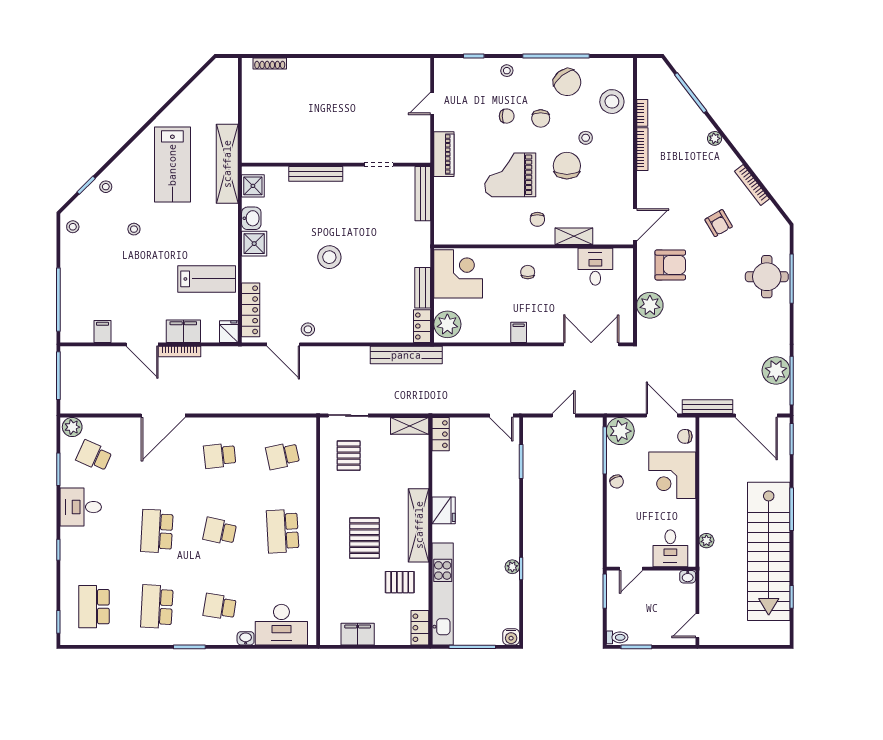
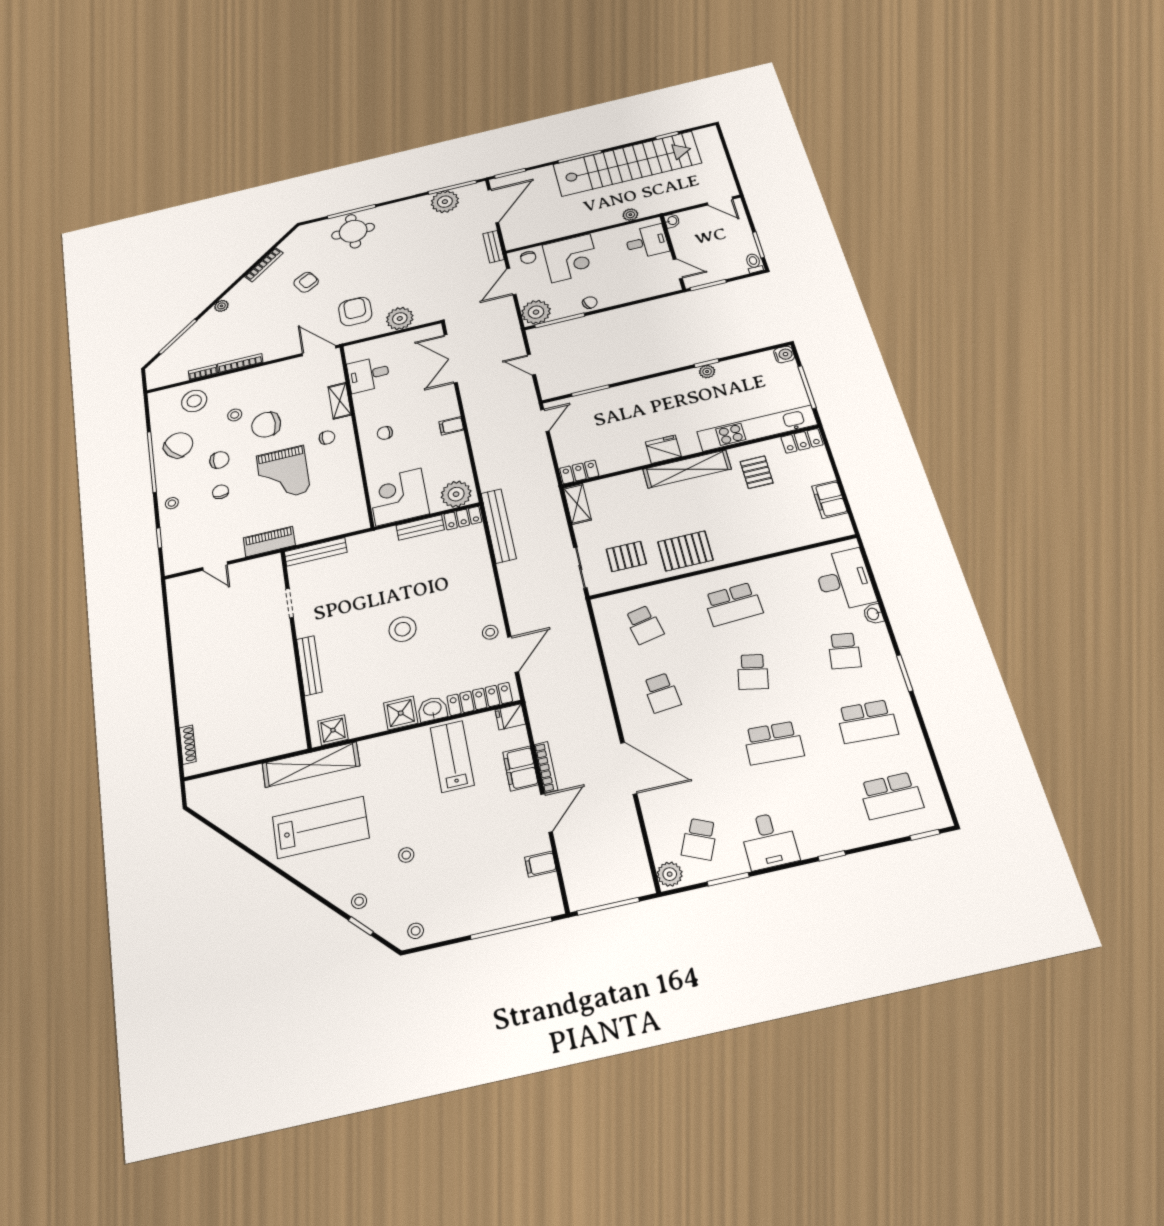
washbasin: (251, 218) -> (432, 709), moved
bench: (707, 407) -> (494, 247), width x0.73
pallet: (364, 538) -> (685, 551), moved

